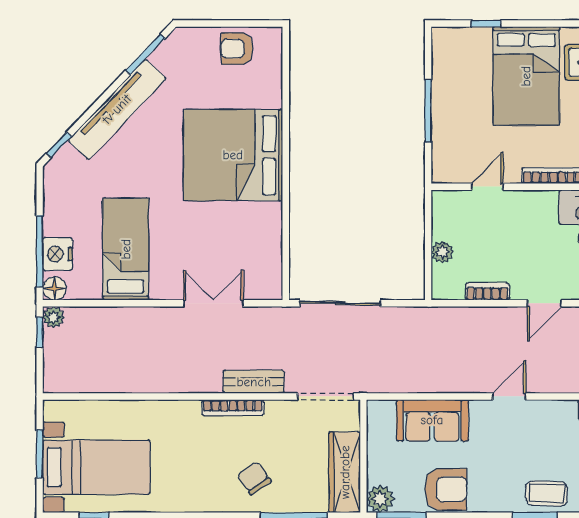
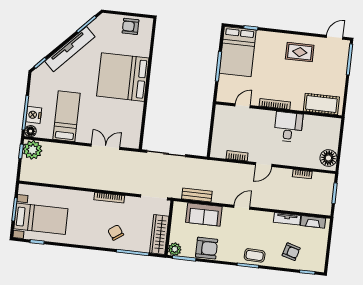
bed: (526, 76) -> (238, 52), moved
plant: (442, 252) -> (218, 135), removed
plant: (54, 317) -> (32, 150), width x1.88, depth x1.88
bench: (254, 382) -> (197, 195), moved

